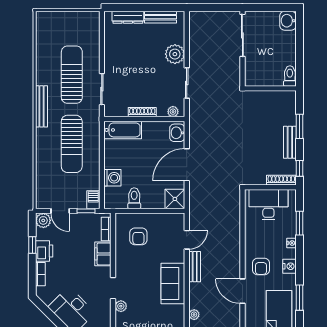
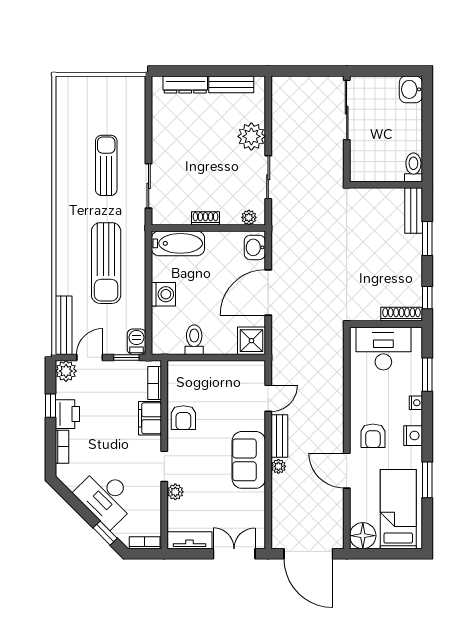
sun lounger: (72, 75) -> (106, 165), width x0.73, depth x0.75
bench: (42, 106) -> (64, 325), moved
shoe rack: (142, 112) -> (206, 218), width x0.70
bench: (290, 142) -> (414, 210), moved
washing machine: (112, 178) -> (163, 294), moved
door: (60, 211) -> (90, 357), swing flipped
armchair: (138, 236) -> (183, 418), moved
plant: (194, 315) -> (278, 466), moved

